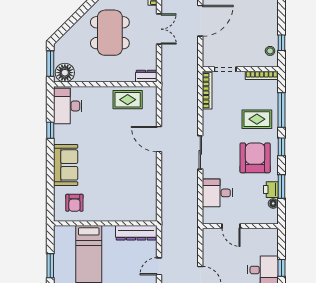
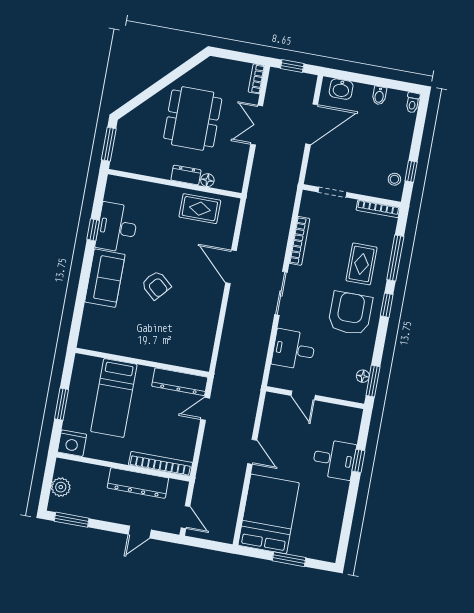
double door: (159, 29) -> (257, 125), swing flipped
floor lamp: (65, 73) -> (207, 180), moved, width x0.53, depth x0.53
dresser: (146, 76) -> (186, 175), moved
bookcase: (207, 91) -> (300, 241), moved
desk: (68, 106) -> (117, 227), moved
rug: (257, 119) -> (361, 264), turned 90
window: (282, 187) -> (373, 381), moved
printer: (271, 190) -> (363, 358), removed
armchair: (74, 203) -> (156, 285), moved, turned -49
door: (159, 266) -> (205, 409), moved

